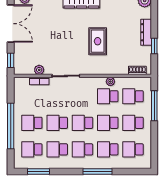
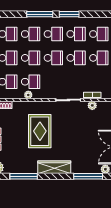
rug: (98, 41) -> (40, 131), width x1.36, depth x1.43
window: (38, 171) -> (69, 14), moved

